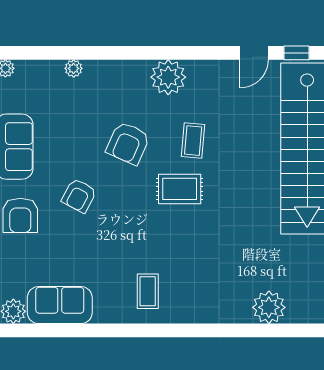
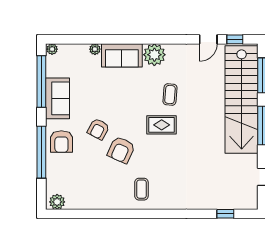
armchair: (128, 143) -> (121, 150), moved
sofa: (60, 305) -> (122, 55), moved, turned 180
plant: (269, 307) -> (218, 199), removed
window: (281, 330) -> (225, 214), added

